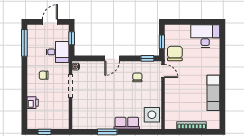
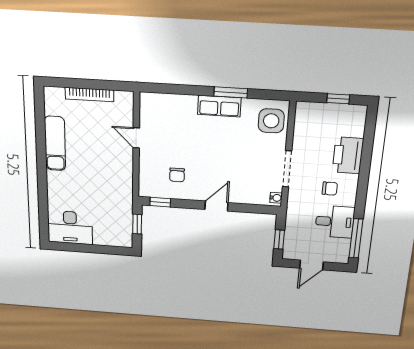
desk: (57, 52) -> (335, 222), moved, turned 180
chair: (175, 53) -> (117, 206), removed
door: (163, 71) -> (136, 138), moved
printer: (33, 103) -> (348, 155), width x1.87, depth x1.48
side table: (152, 115) -> (271, 121), moved
row of seats: (127, 123) -> (219, 106), moved

